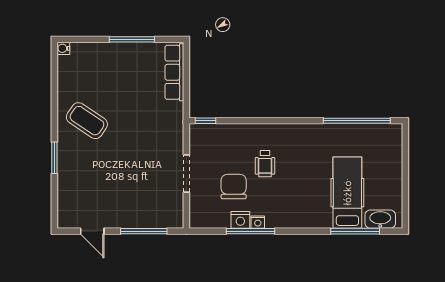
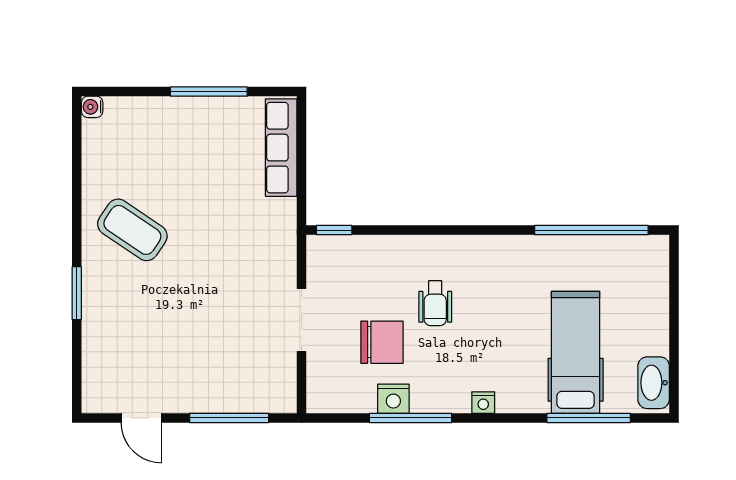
chair: (234, 187) -> (382, 342), turned 90
washbasin: (380, 219) -> (654, 383), moved, turned -90
nightstand: (258, 222) -> (483, 403), moved

